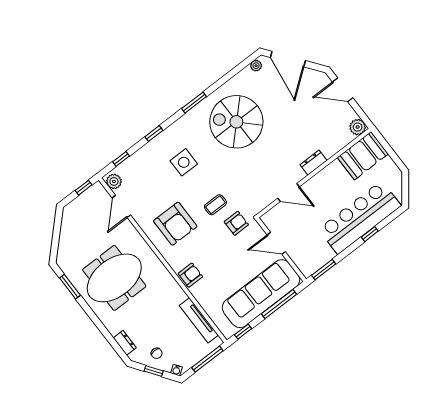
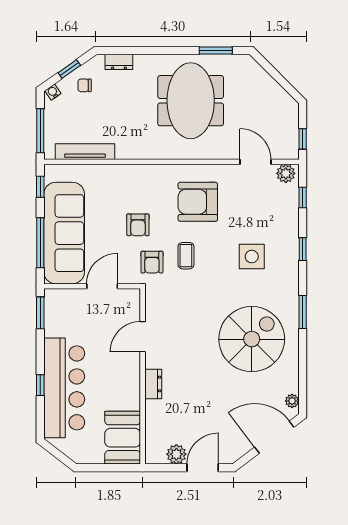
plant: (358, 127) -> (176, 454), moved
armchair: (190, 275) -> (138, 225), moved

